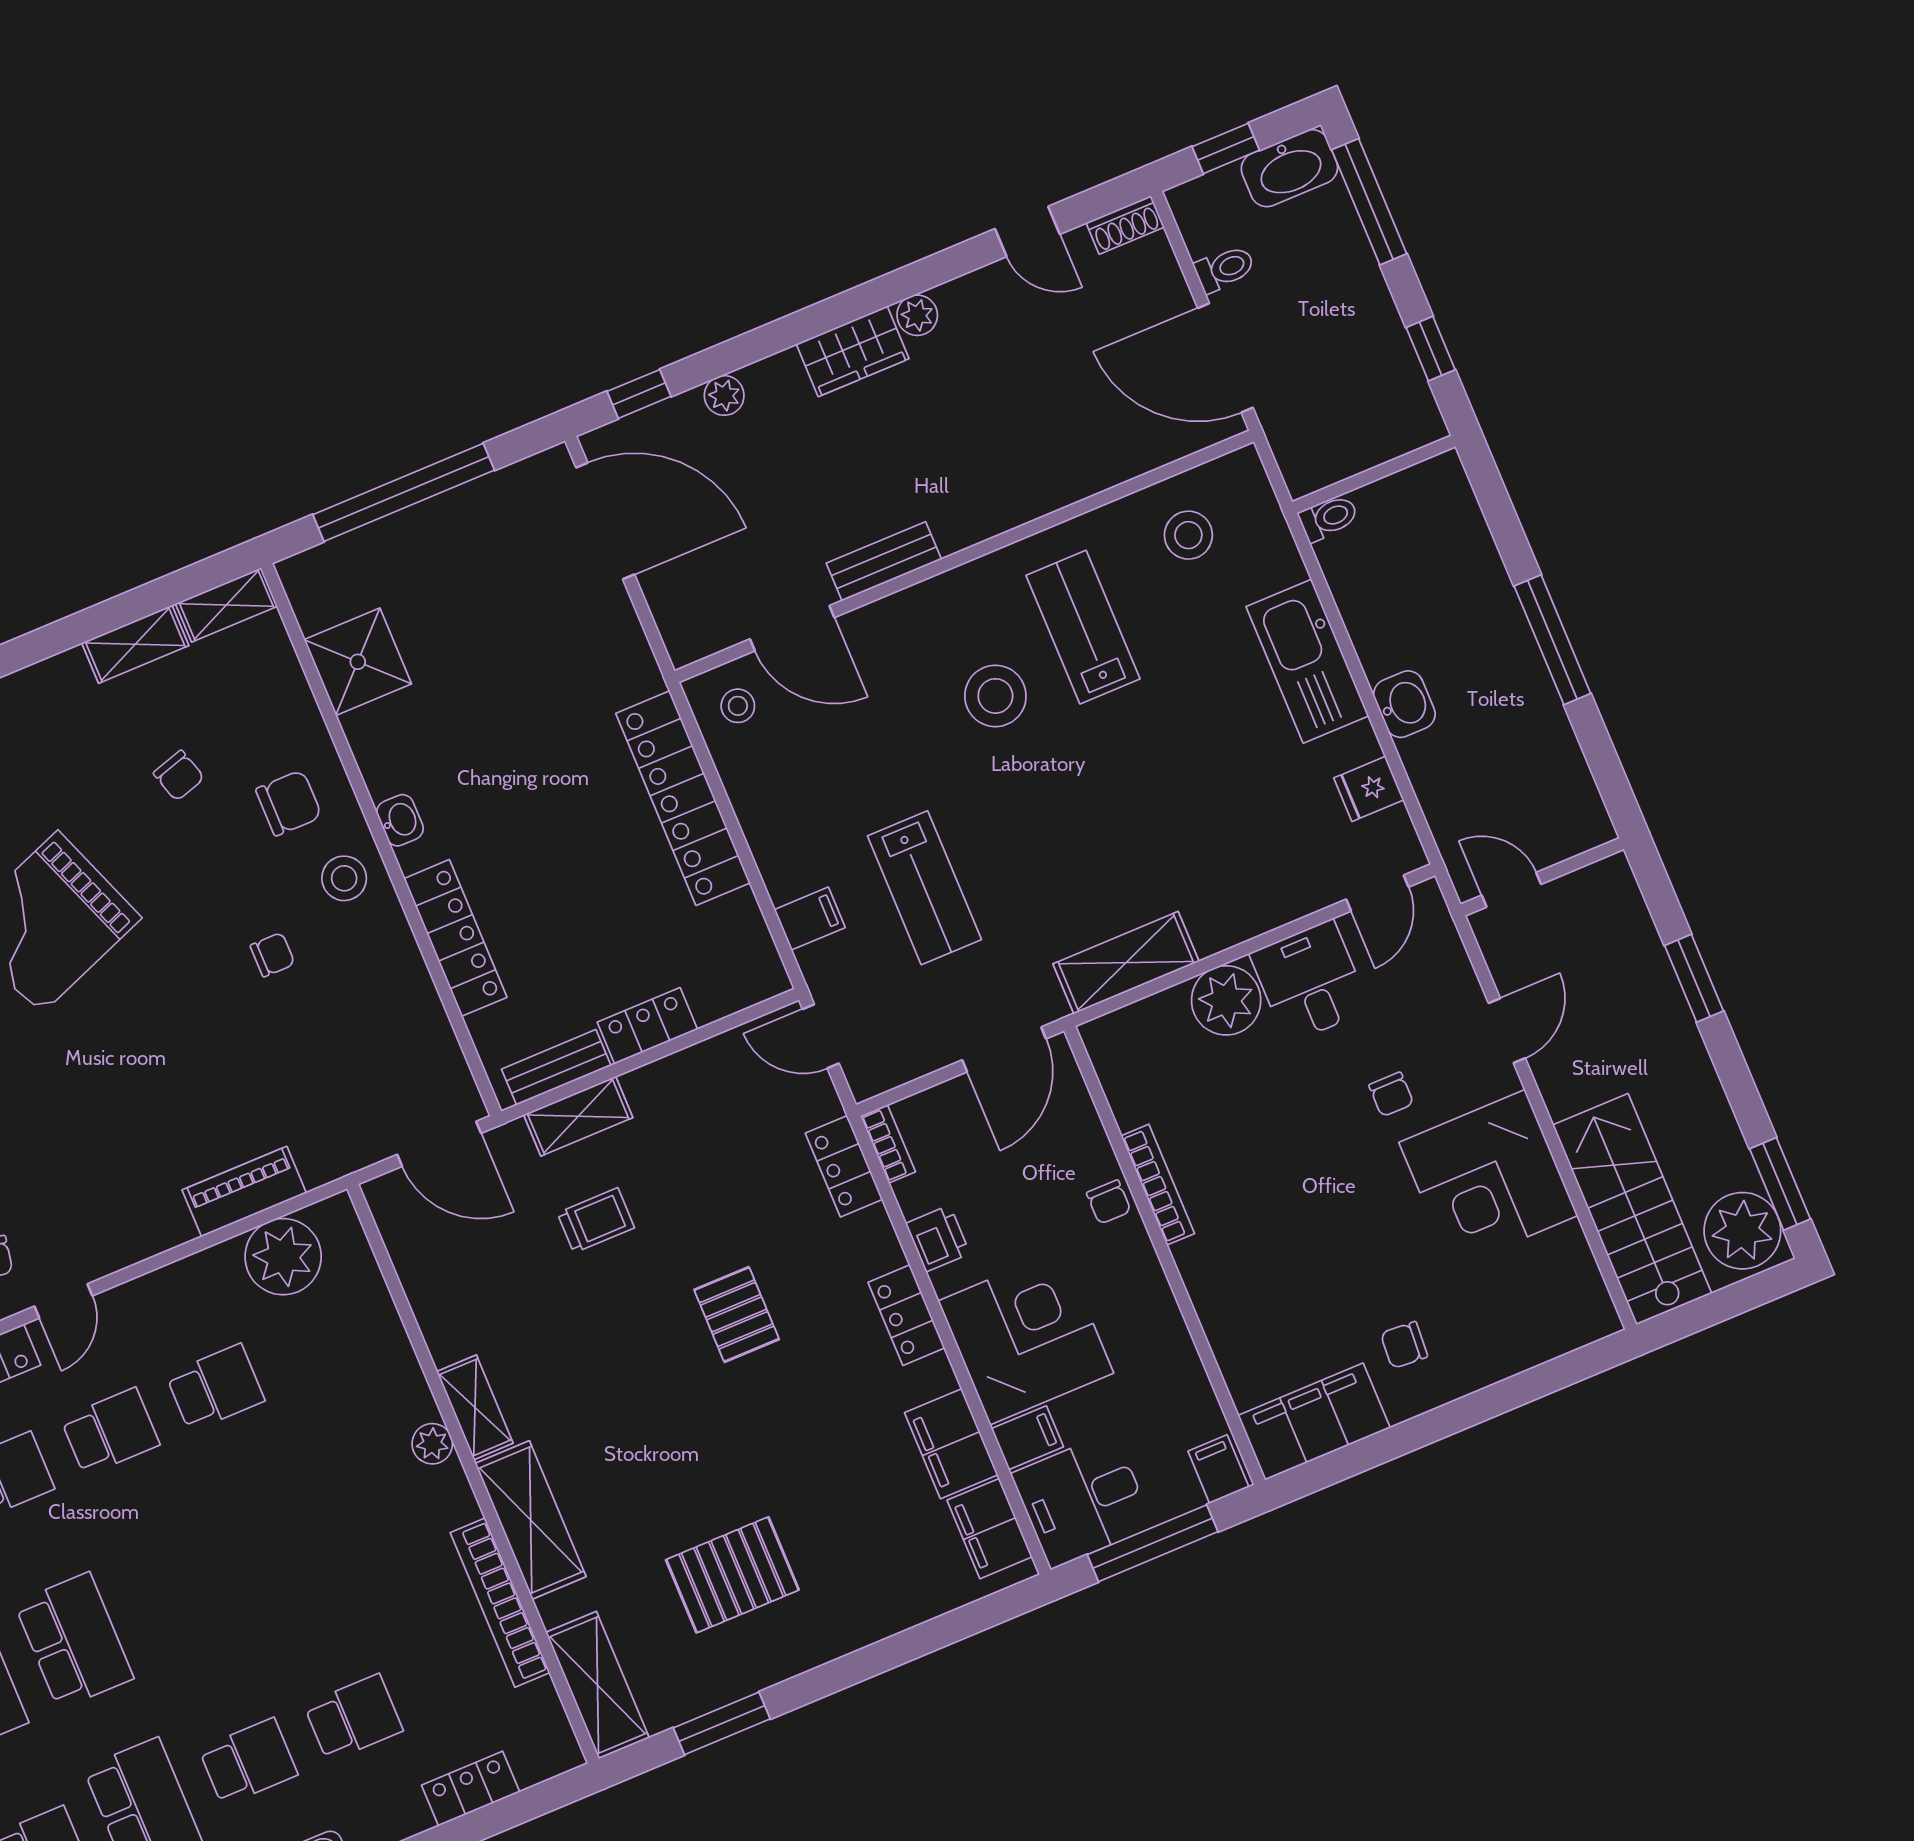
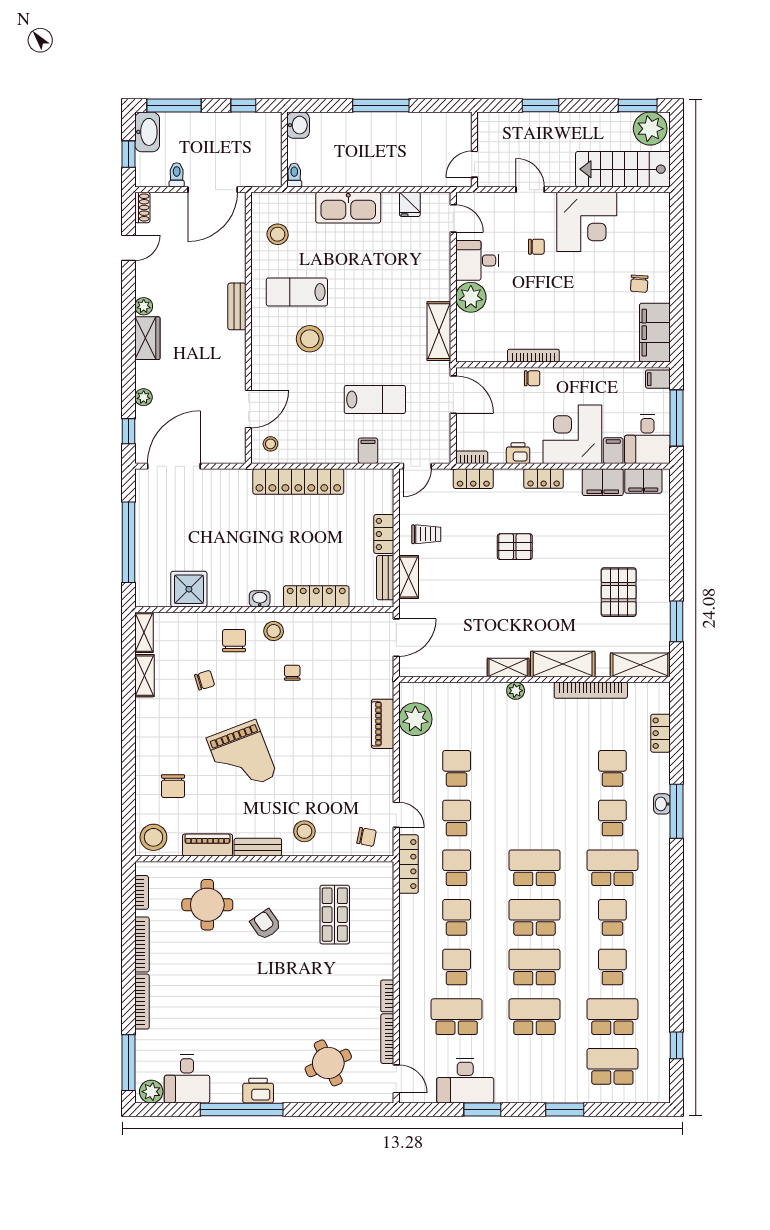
bench: (884, 561) -> (237, 306), moved
washbasin: (1404, 704) -> (298, 125), moved, turned 90
trolley: (596, 1220) -> (426, 534), moved, turned 90

